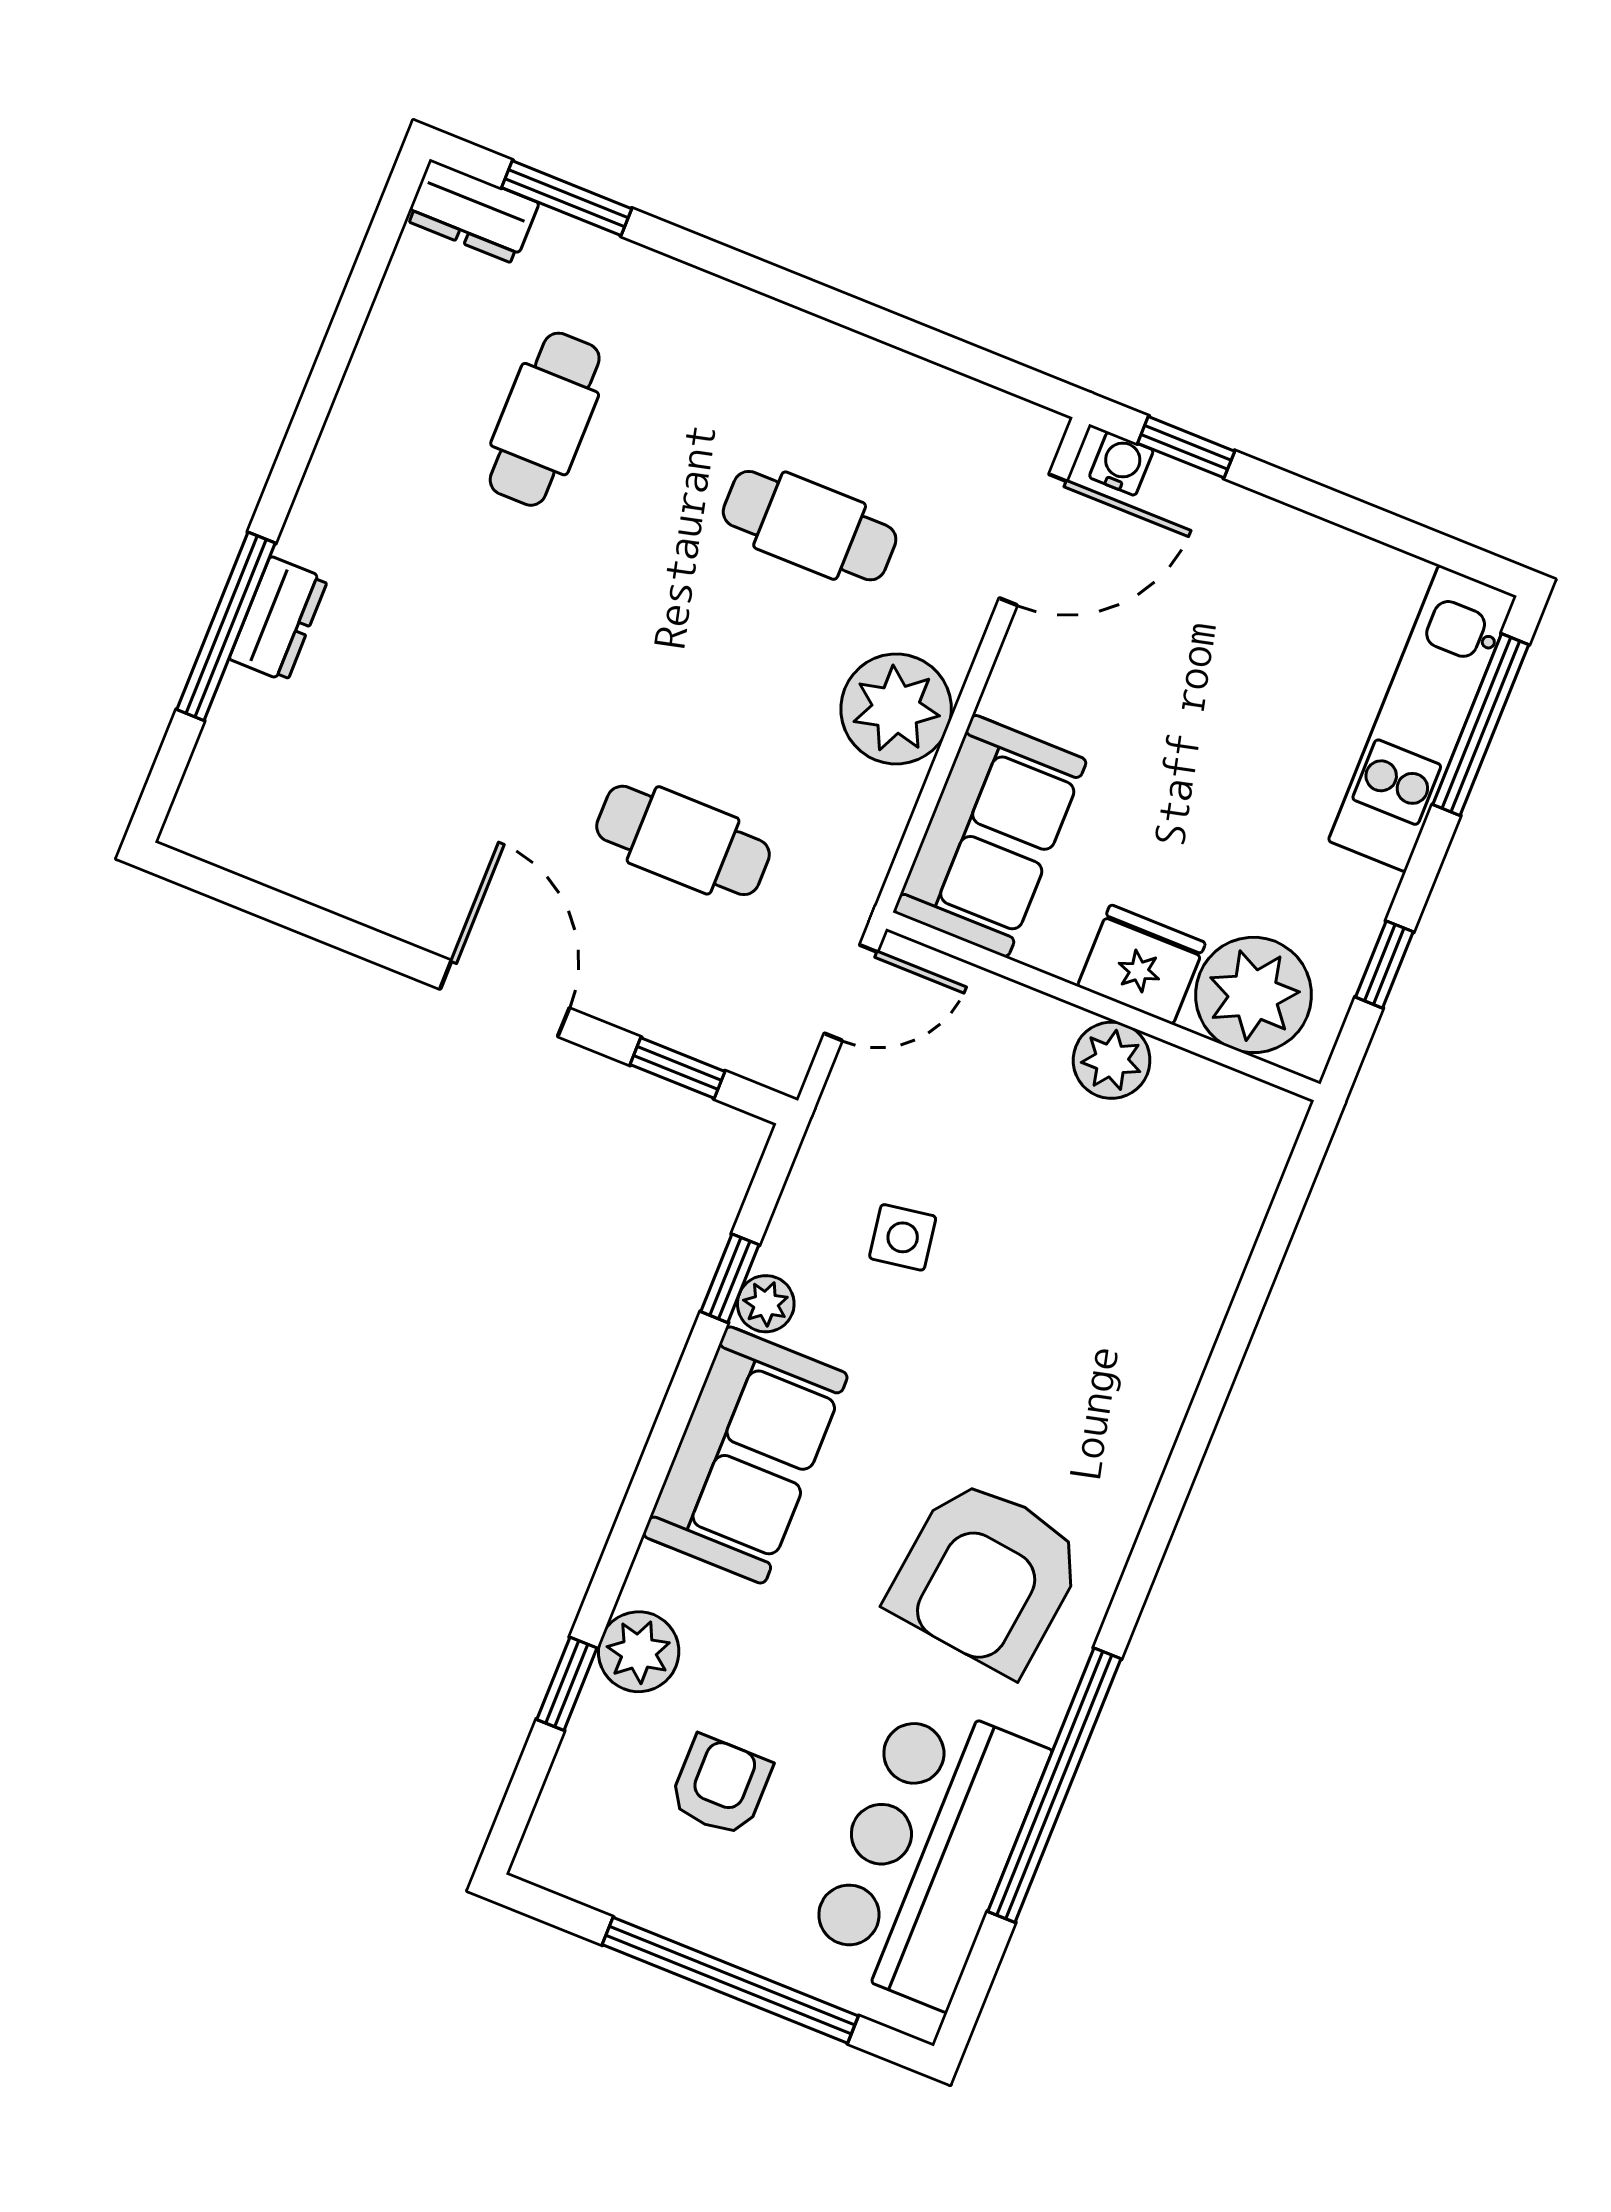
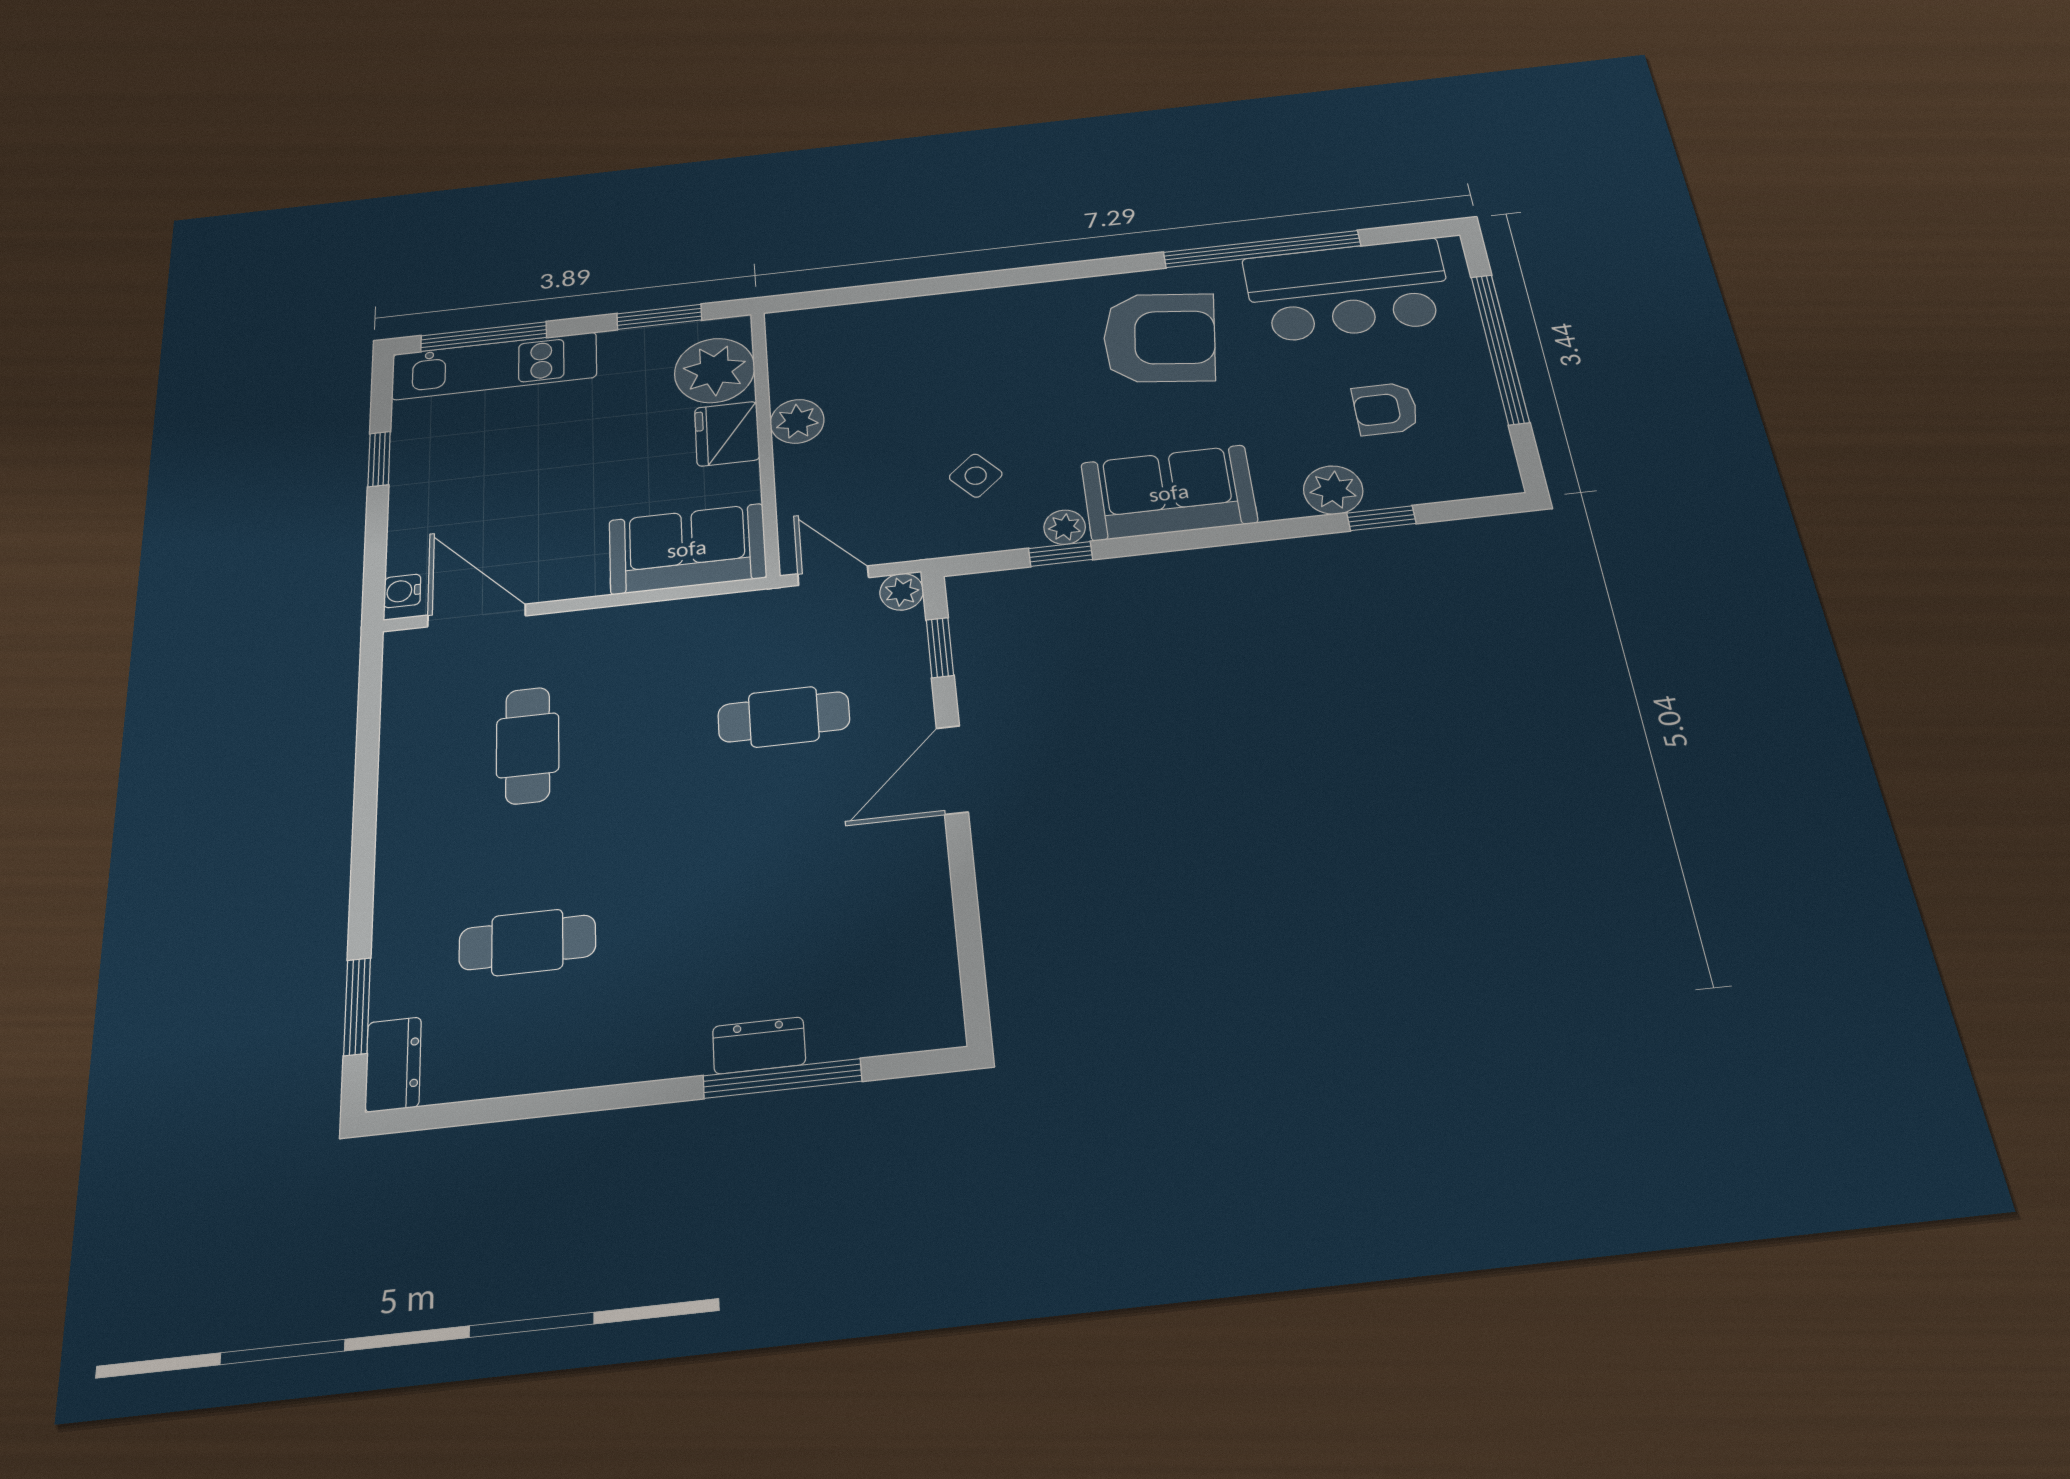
window: (1186, 447) -> (379, 459), moved
plant: (896, 709) -> (902, 592), moved, width x0.53, depth x0.53
cafe table: (683, 840) -> (784, 717), turned 90
window: (1384, 964) -> (659, 317), width x1.50
side table: (903, 1237) -> (976, 476), turned -33

